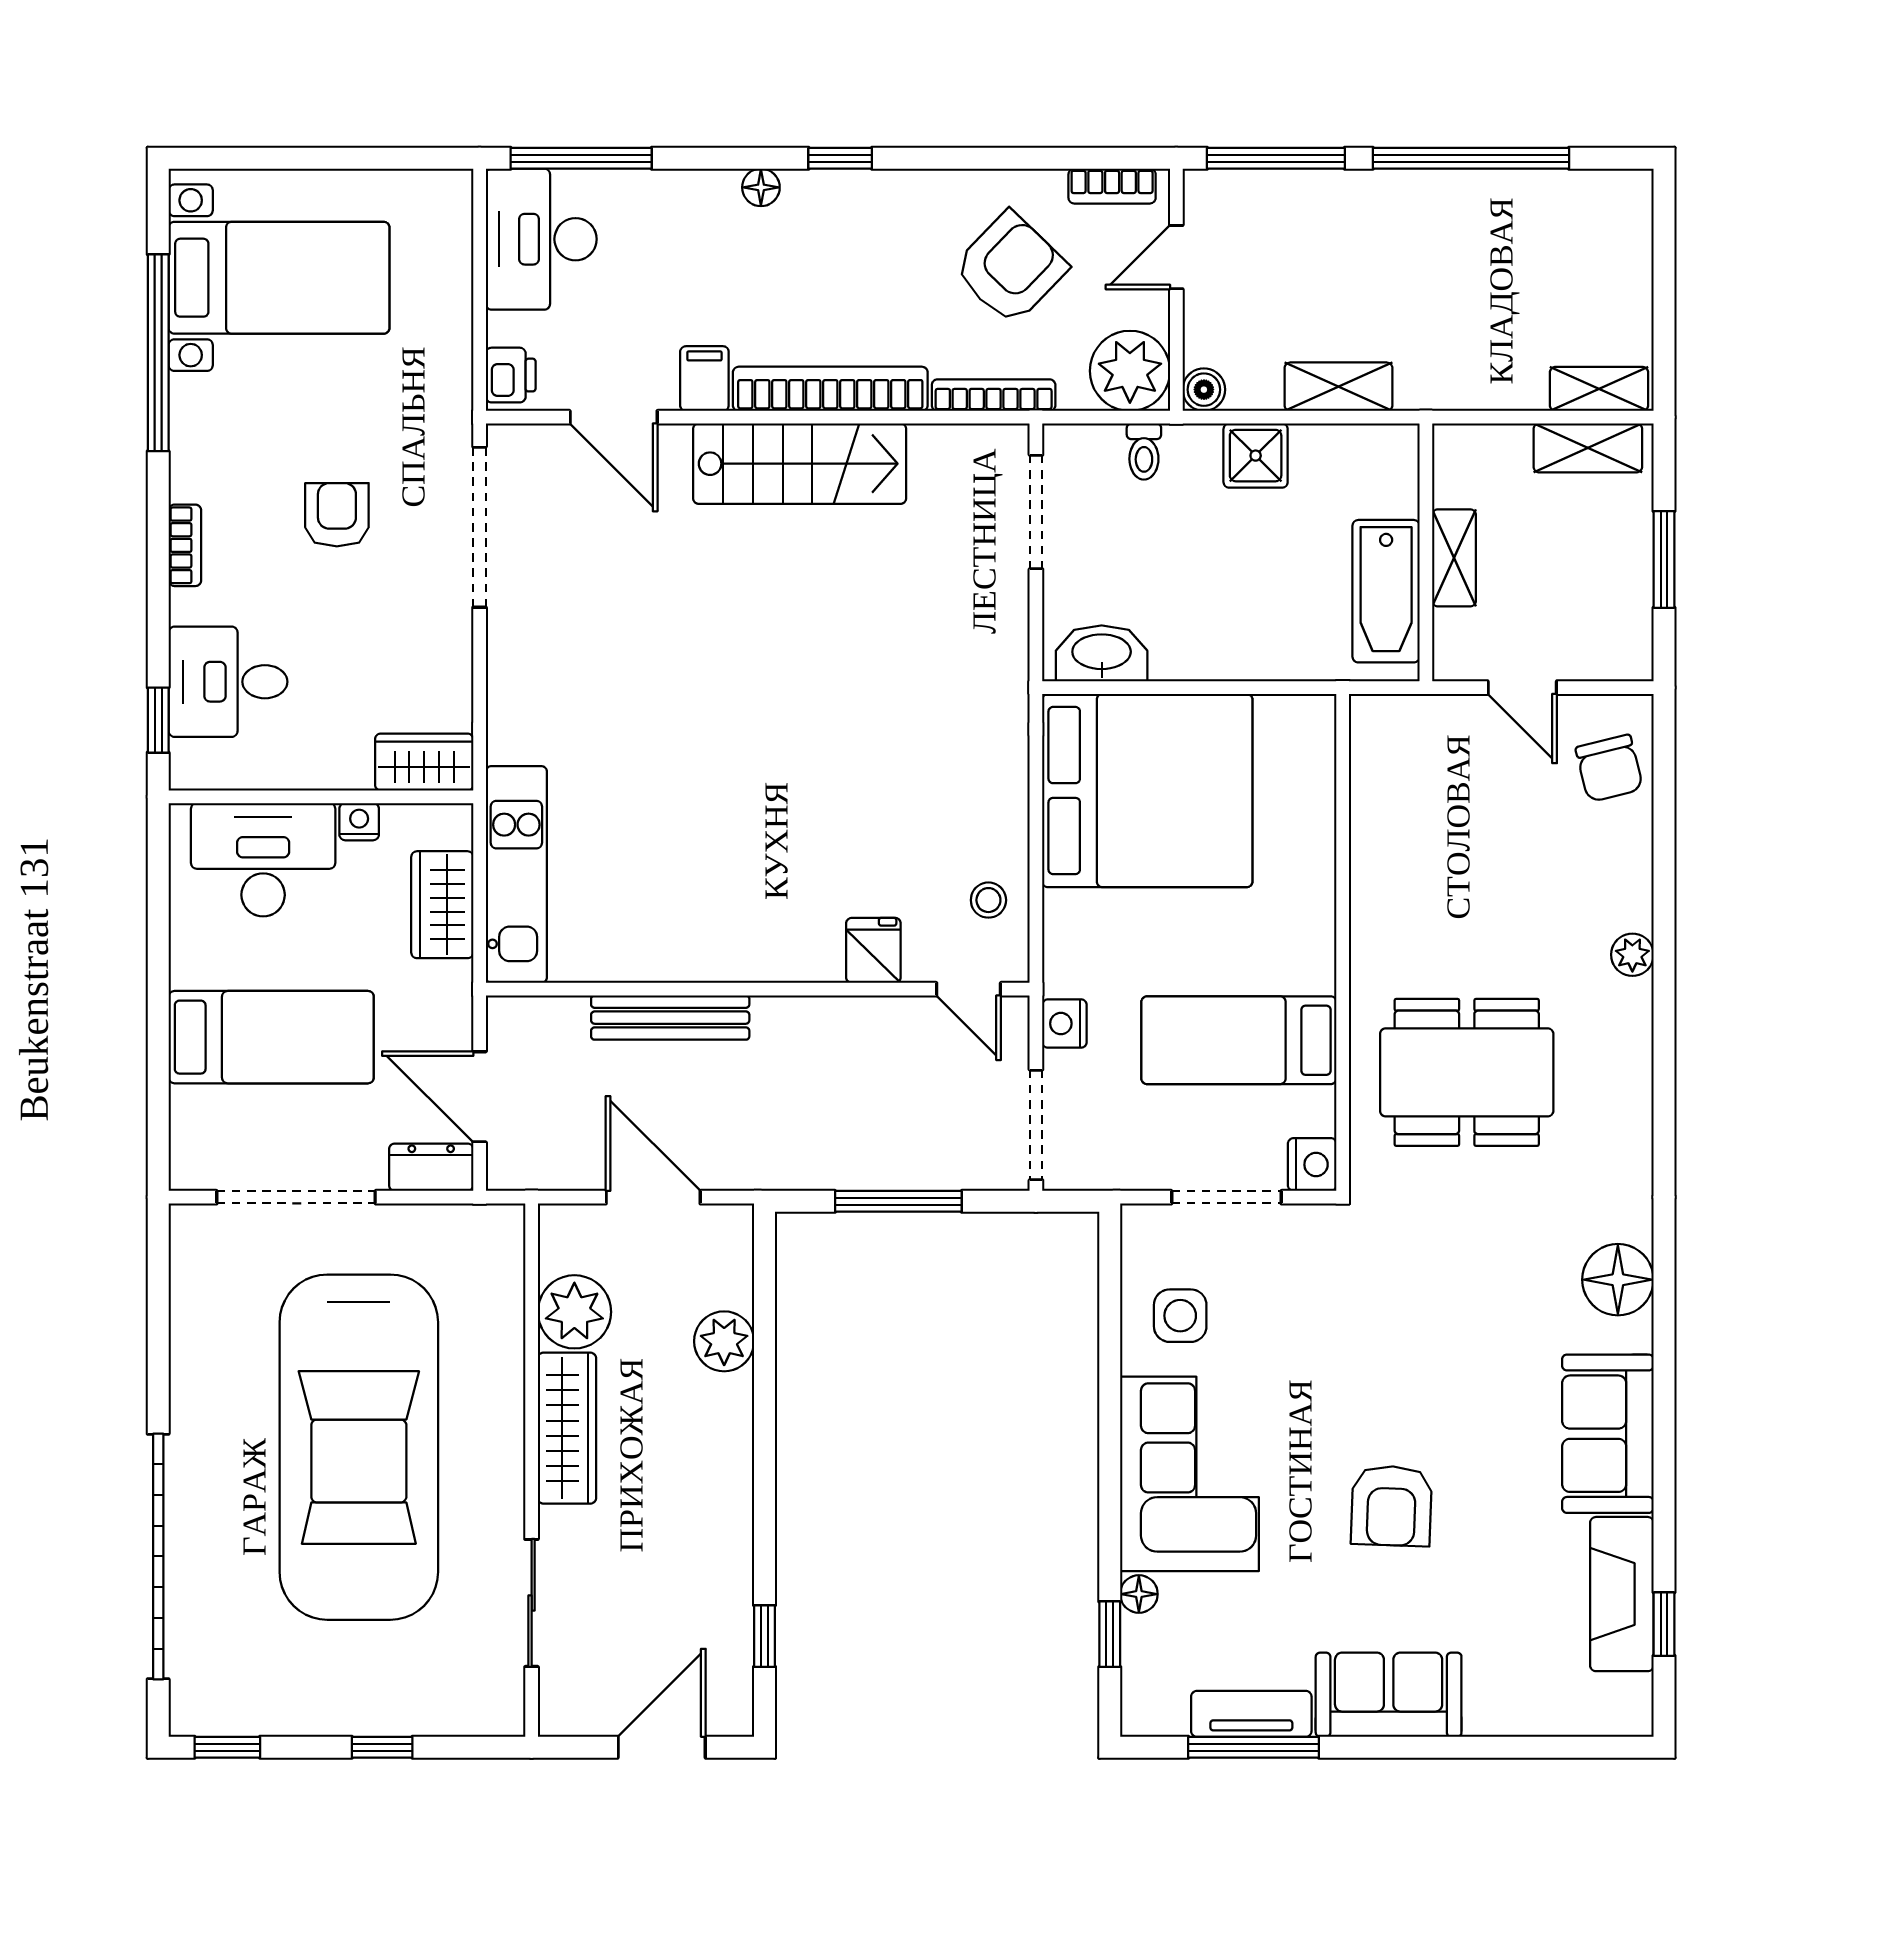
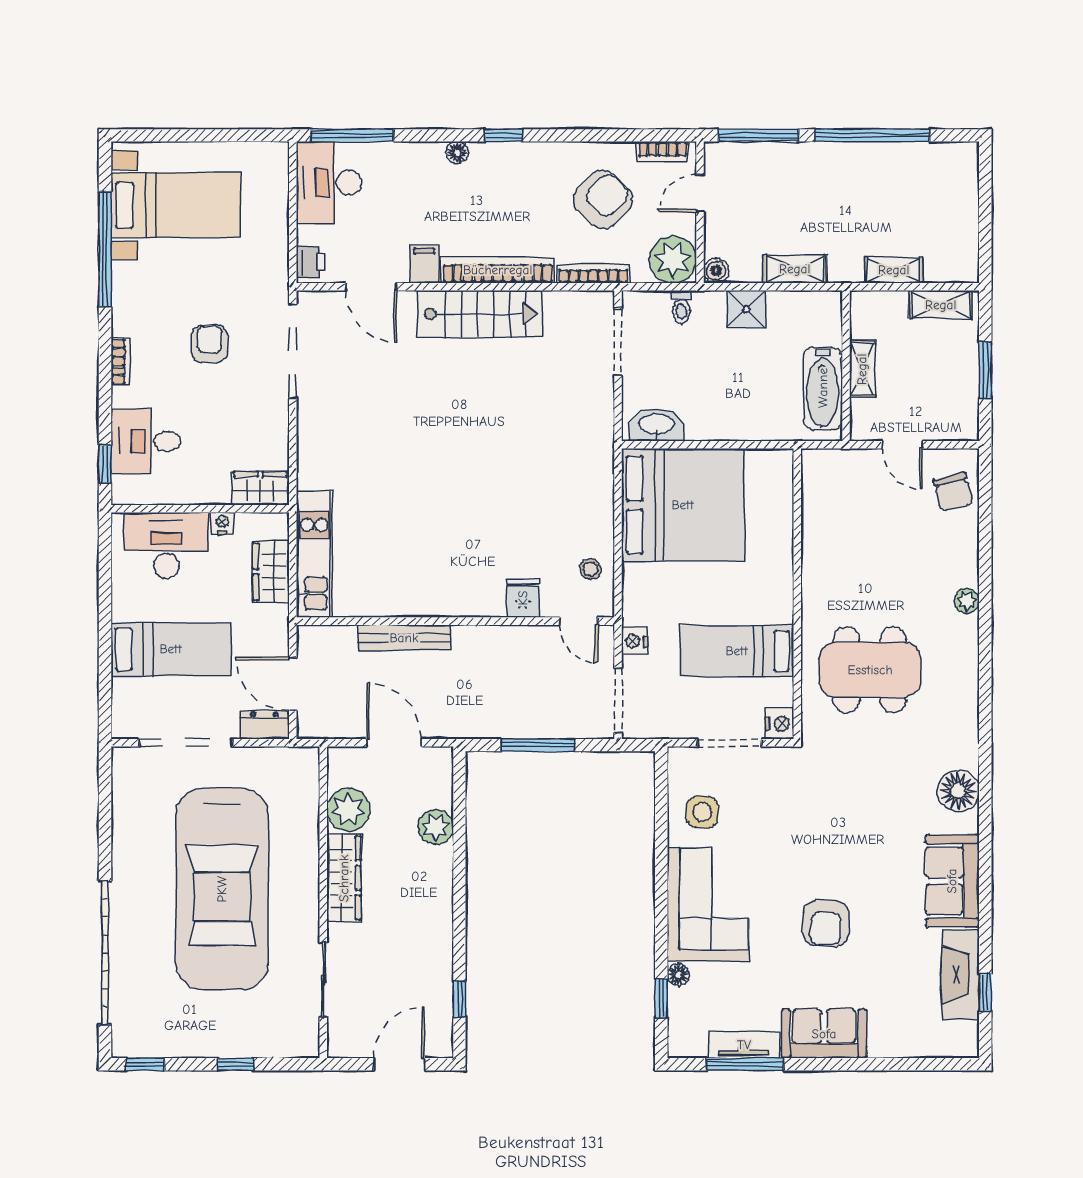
shelving: (1599, 389) -> (894, 270), moved

